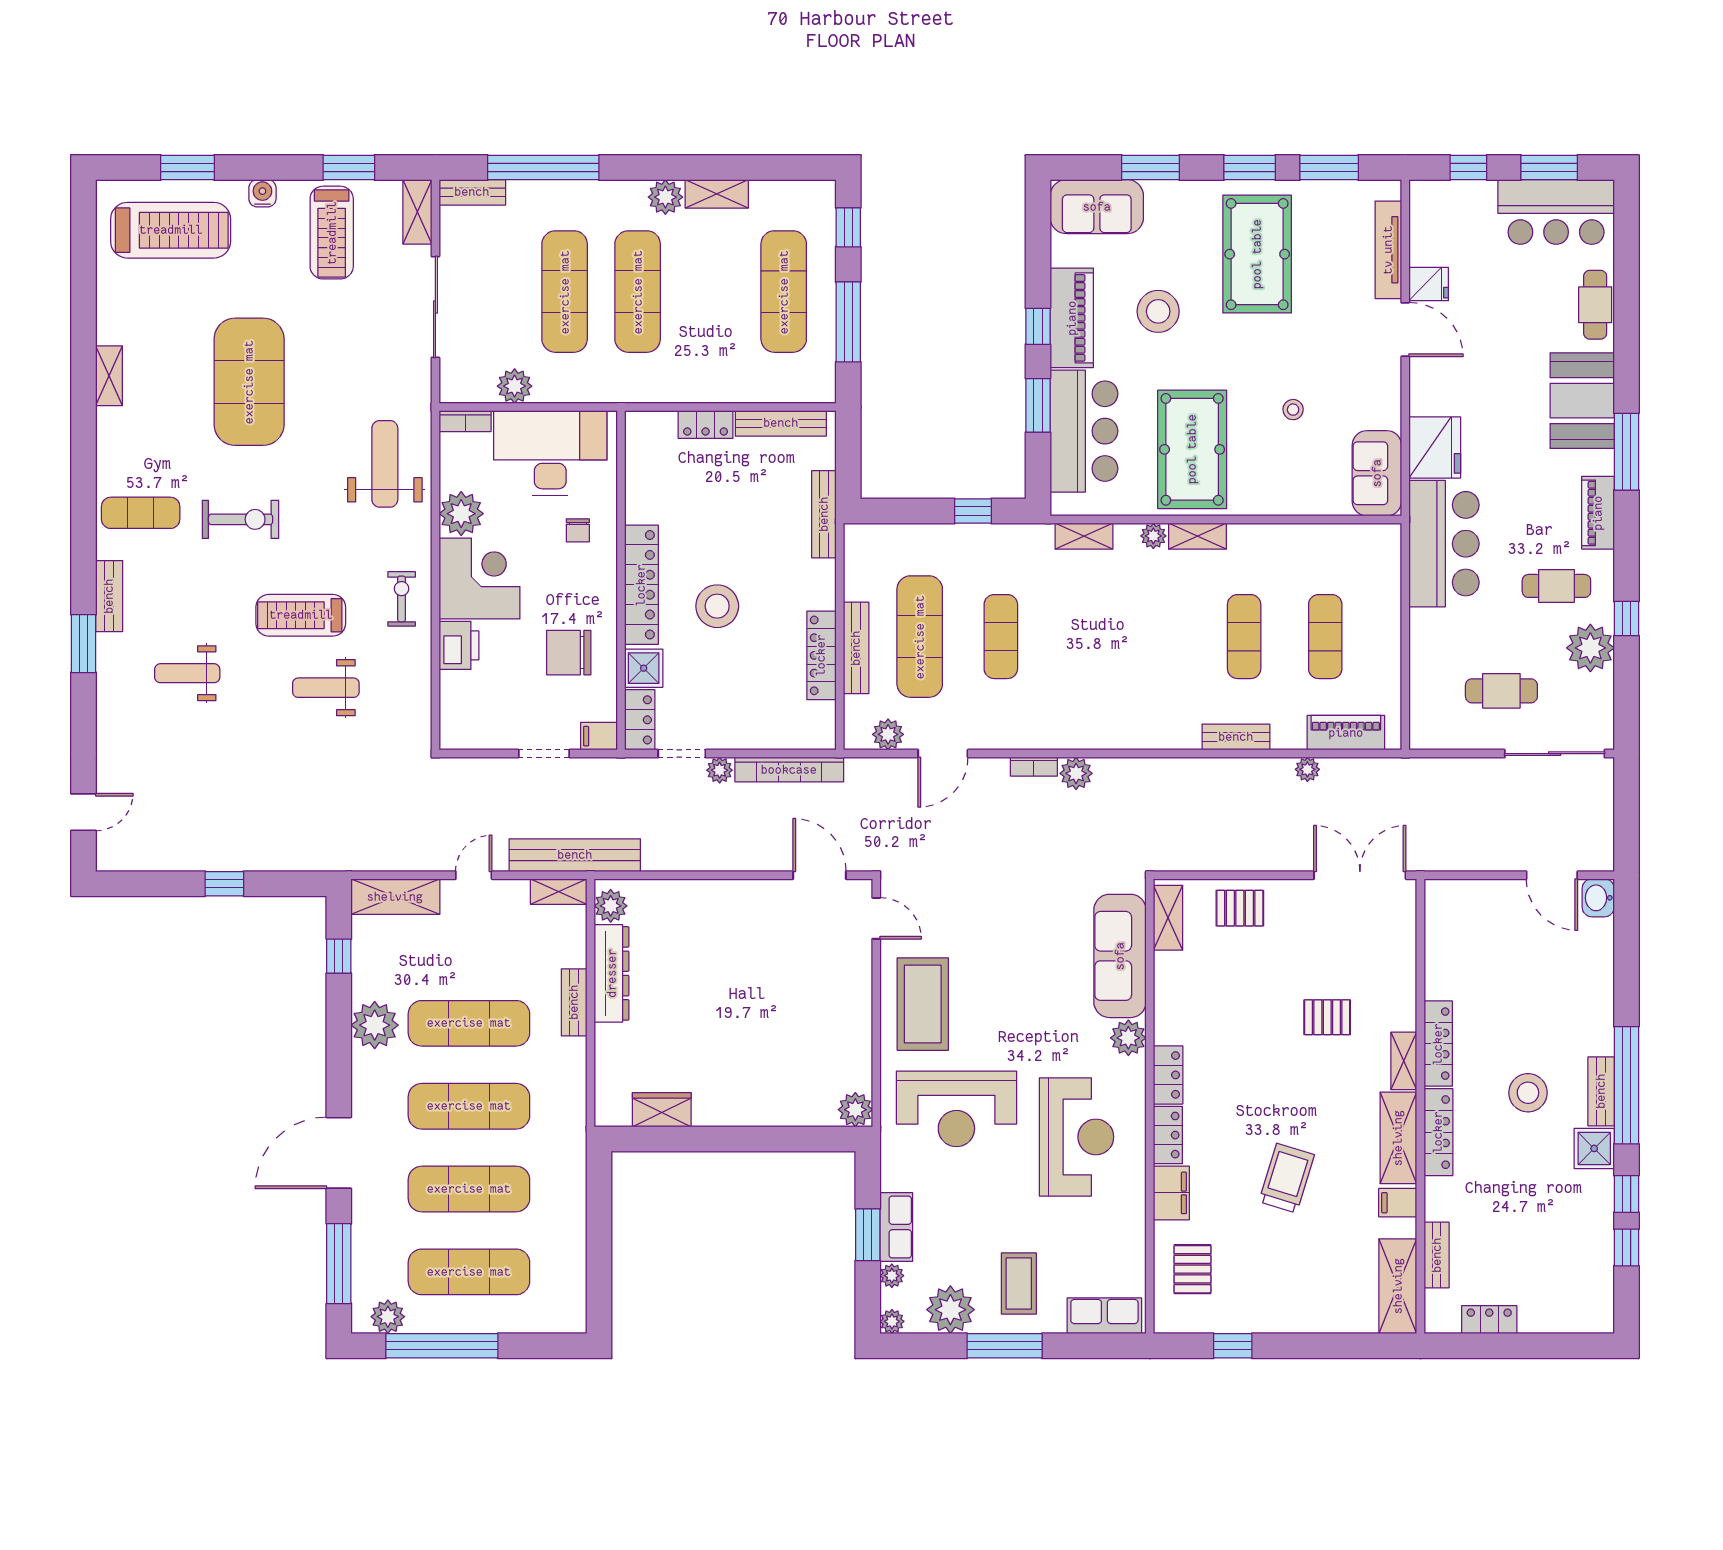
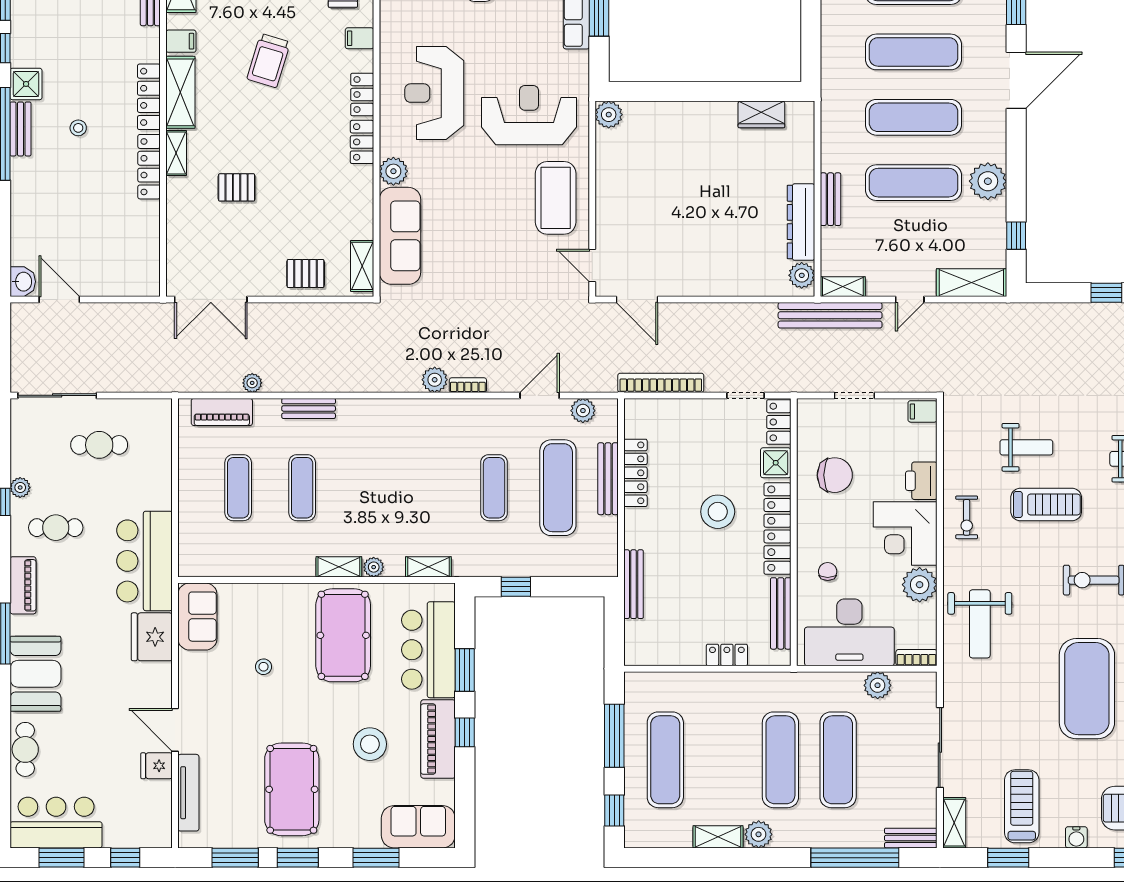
bench: (781, 423) -> (781, 613), moved, turned 90
plant: (1590, 648) -> (20, 488), width x0.53, depth x0.53
filing cabinet: (599, 736) -> (923, 411), moved, turned 180
plant: (720, 770) -> (716, 382), removed
stool: (1528, 1093) -> (78, 128), width x0.53, depth x0.53
filing cabinet: (1171, 1193) -> (359, 38), width x0.50

